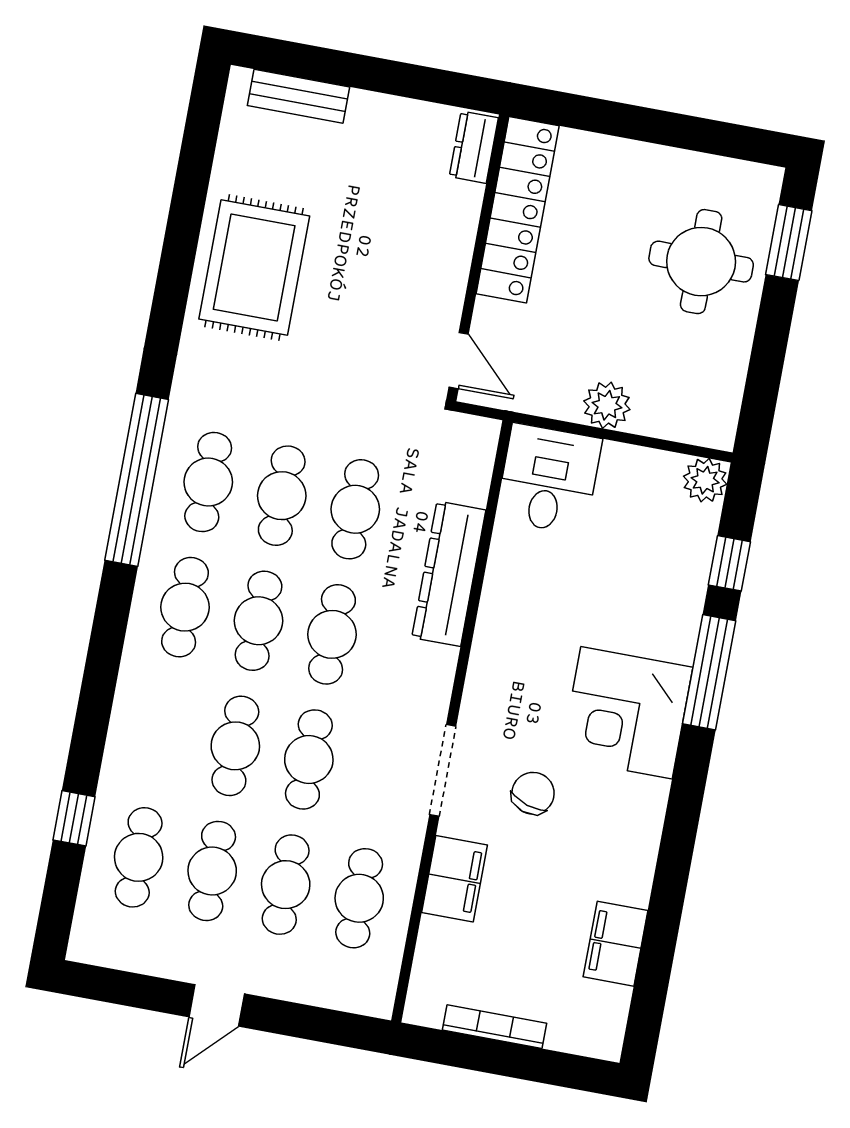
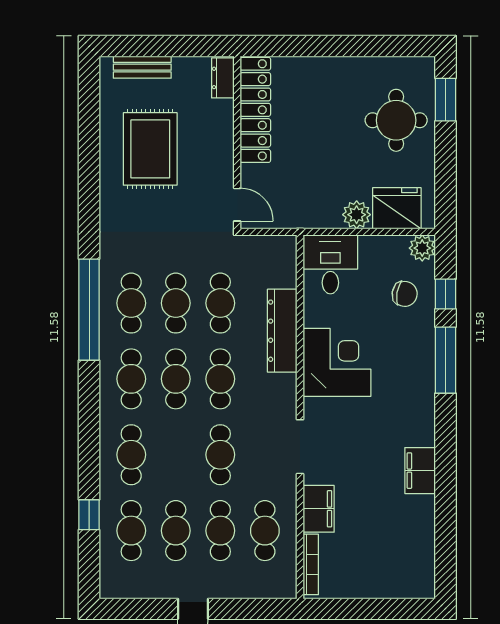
dresser: (474, 147) -> (223, 78), moved
locker: (518, 210) -> (255, 110), moved
wall: (478, 258) -> (237, 142), moved
rug: (254, 267) -> (150, 149), moved
door: (459, 361) -> (237, 205), moved
fridge: (675, 407) -> (397, 208), added
corner desk: (627, 713) -> (337, 362), moved, turned 180
cafe table: (235, 746) -> (131, 455), moved
chair: (533, 793) -> (405, 294), moved, turned 82
filing cabinet: (616, 944) -> (420, 471), moved
bookcase: (495, 1027) -> (311, 564), moved, turned 90

